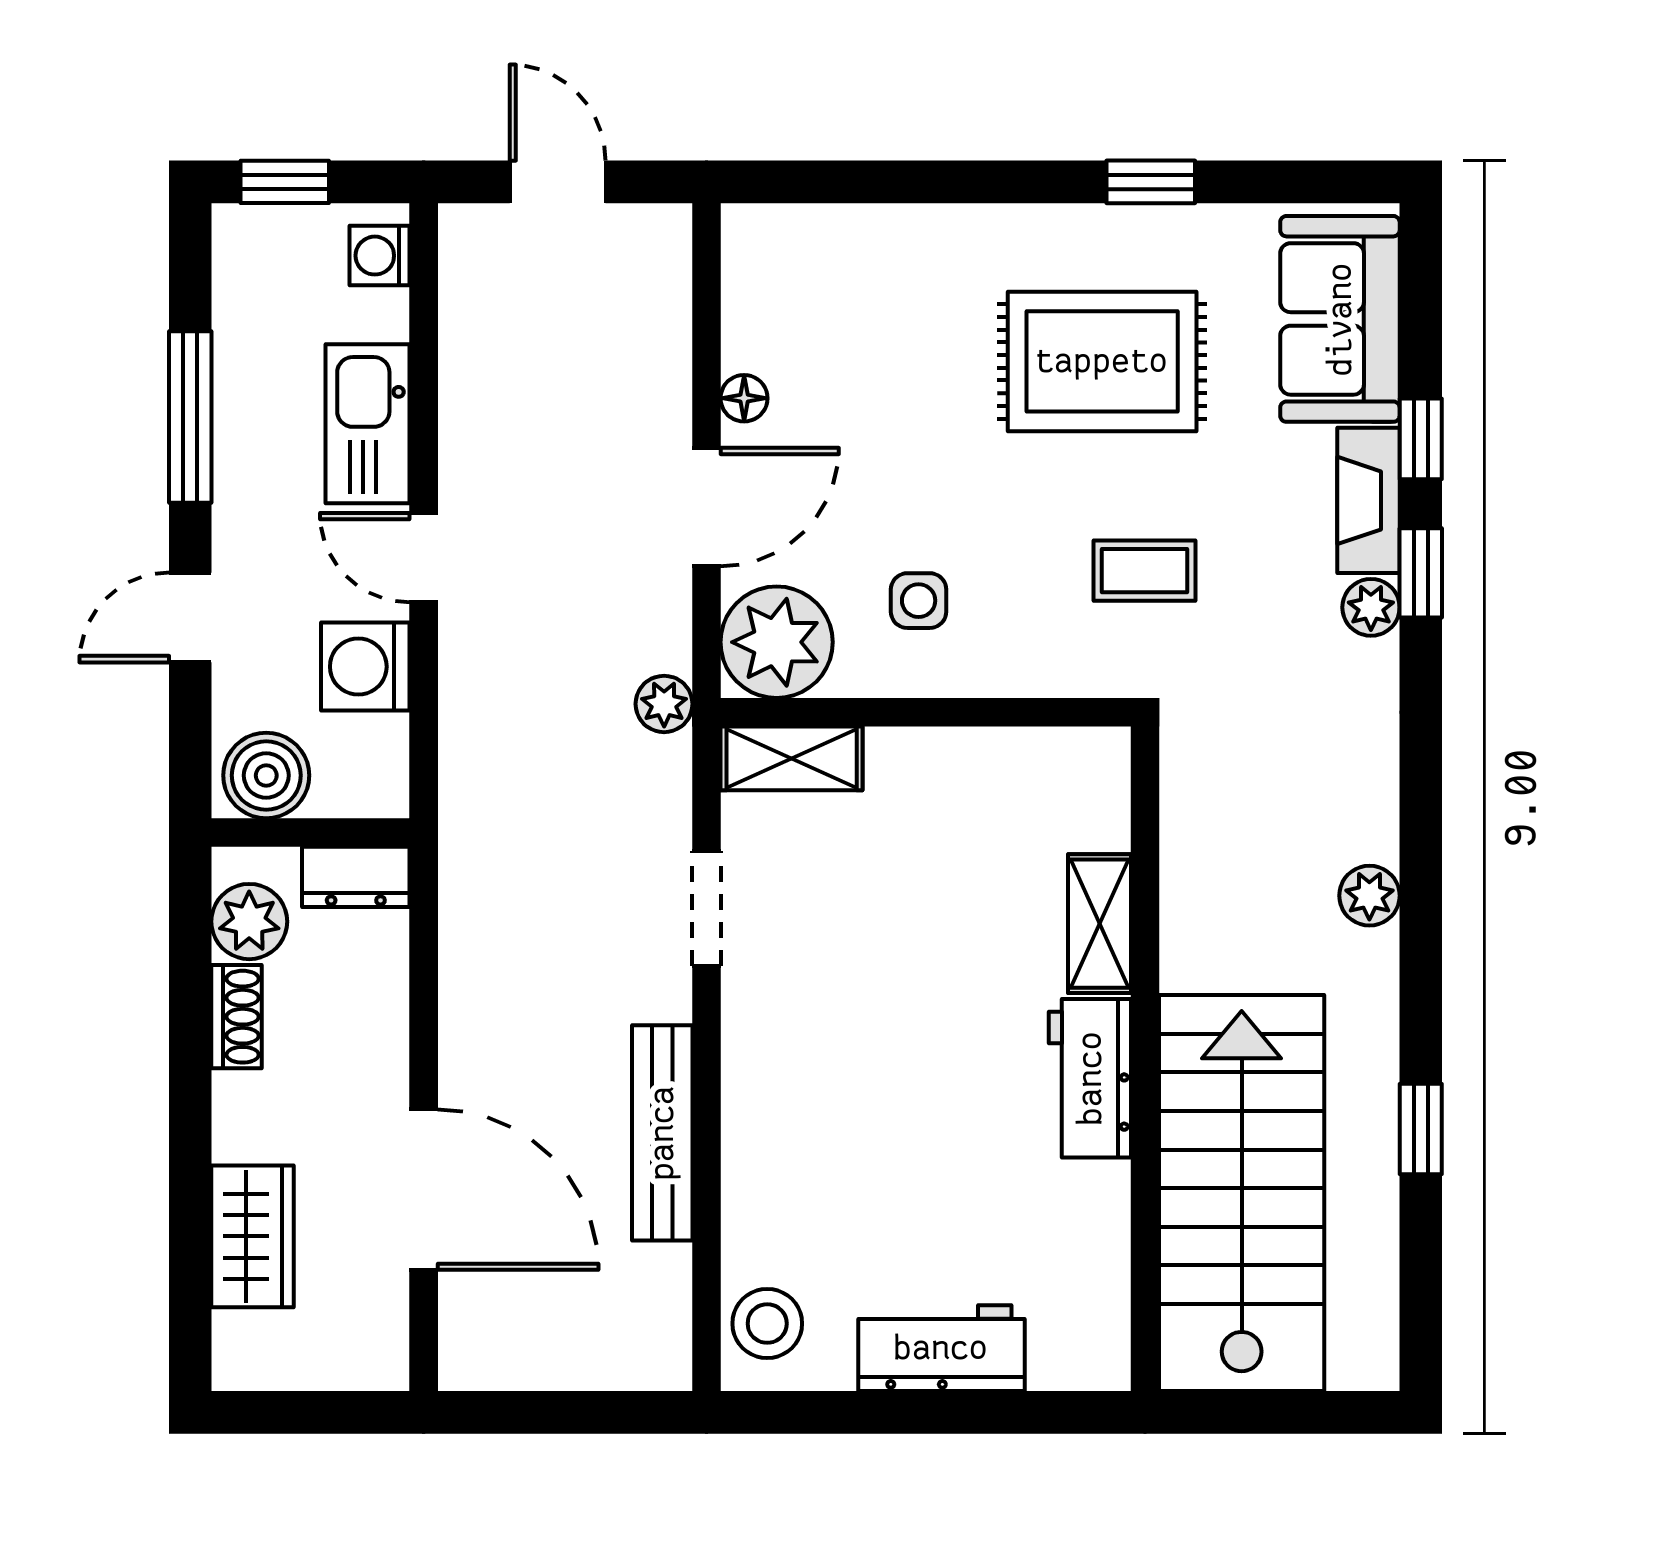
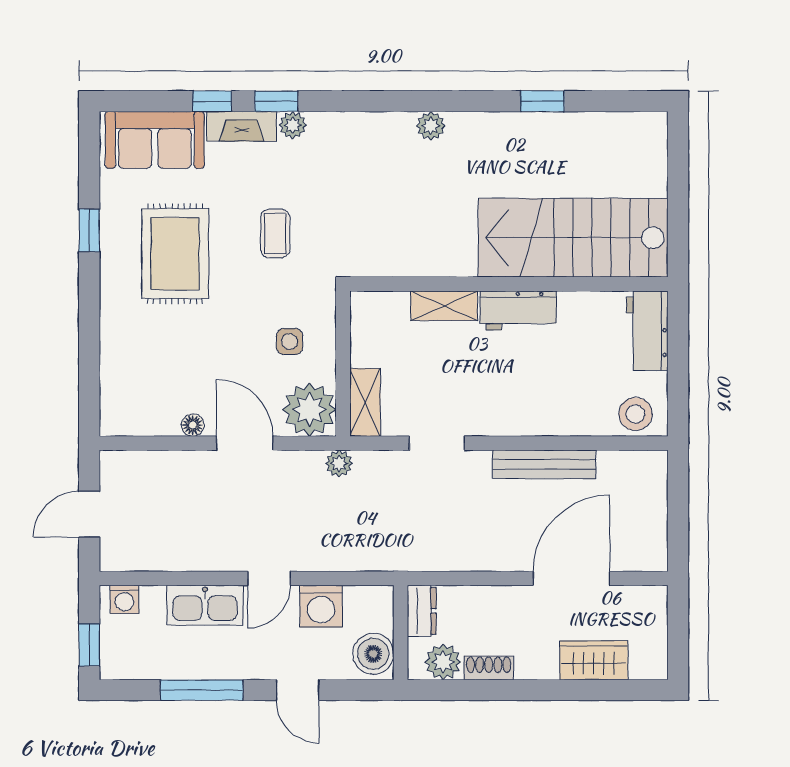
shelving: (1099, 924) -> (444, 306), moved
wall: (1145, 1059) -> (509, 284), moved
workbench: (1090, 1078) -> (518, 310), moved
stairs: (1242, 1193) -> (573, 238), moved

